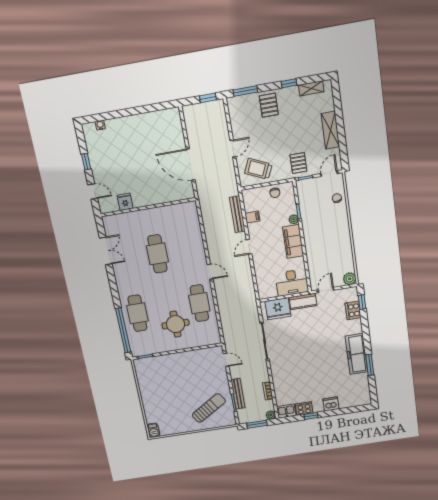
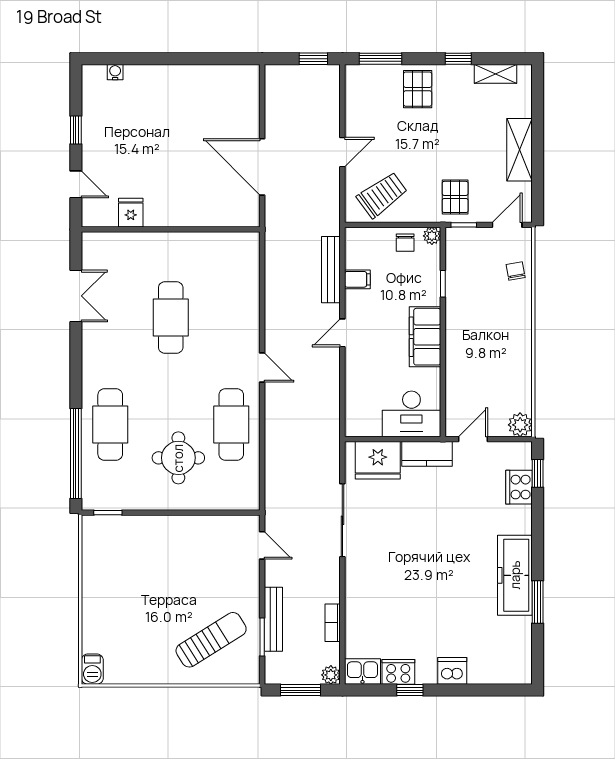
trolley: (258, 169) -> (382, 195), turned 120
plant: (294, 219) -> (432, 236), moved

